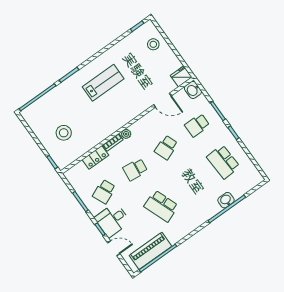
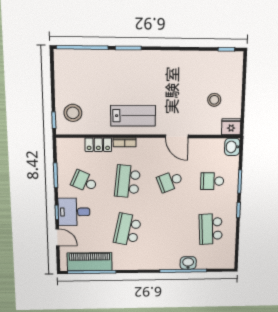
stool: (153, 44) -> (214, 100), moved
lab bench: (103, 83) -> (133, 116), moved
door: (162, 100) -> (177, 136), moved
stool: (64, 133) -> (73, 113), moved
plant: (126, 134) -> (142, 143), removed
school desk: (135, 169) -> (127, 181), width x1.85
school desk: (104, 192) -> (84, 182), turned 48
school desk: (161, 206) -> (128, 230), turned 33

